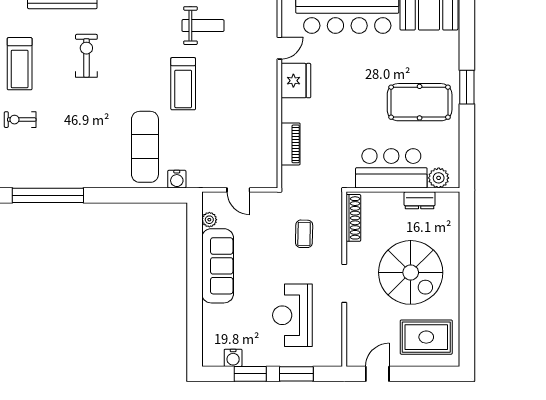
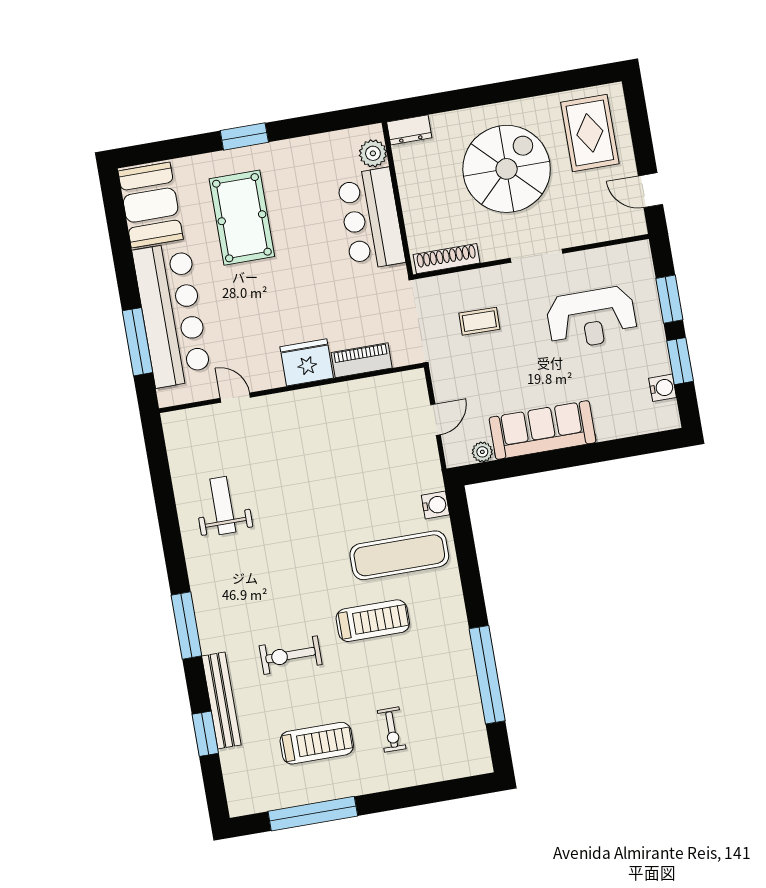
fridge: (296, 81) -> (307, 362), moved
treadmill: (183, 84) -> (373, 621), moved
pool table: (420, 102) -> (242, 218), moved
dresser: (420, 200) -> (409, 130), moved, turned 90

